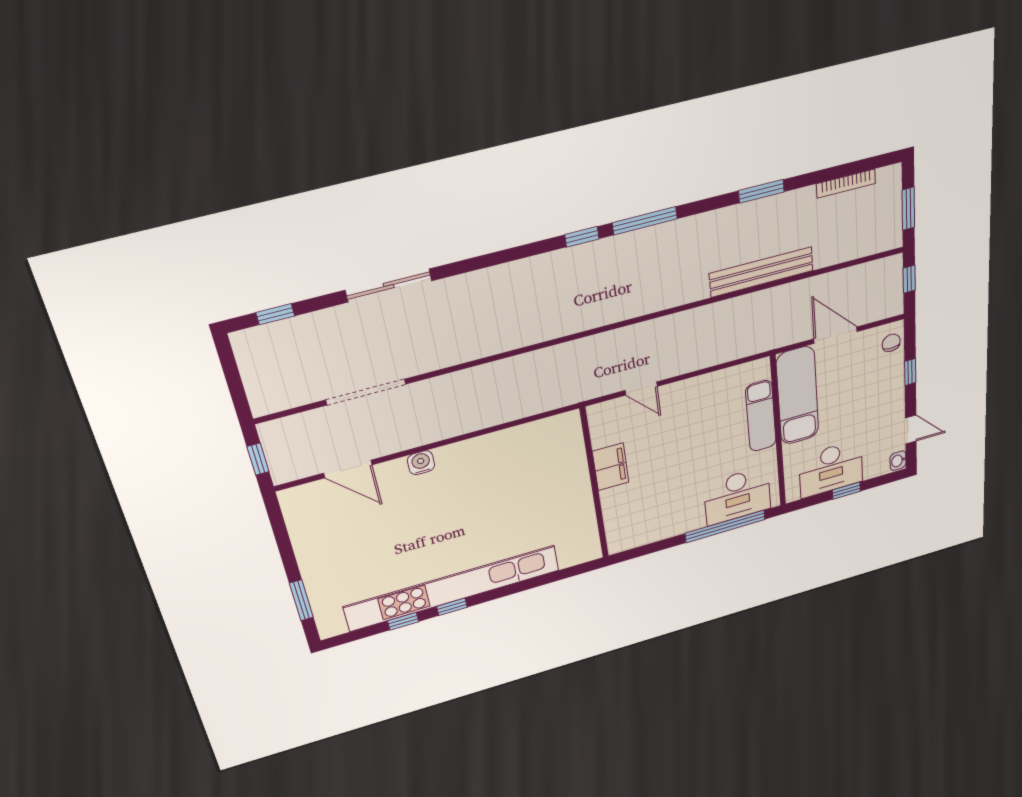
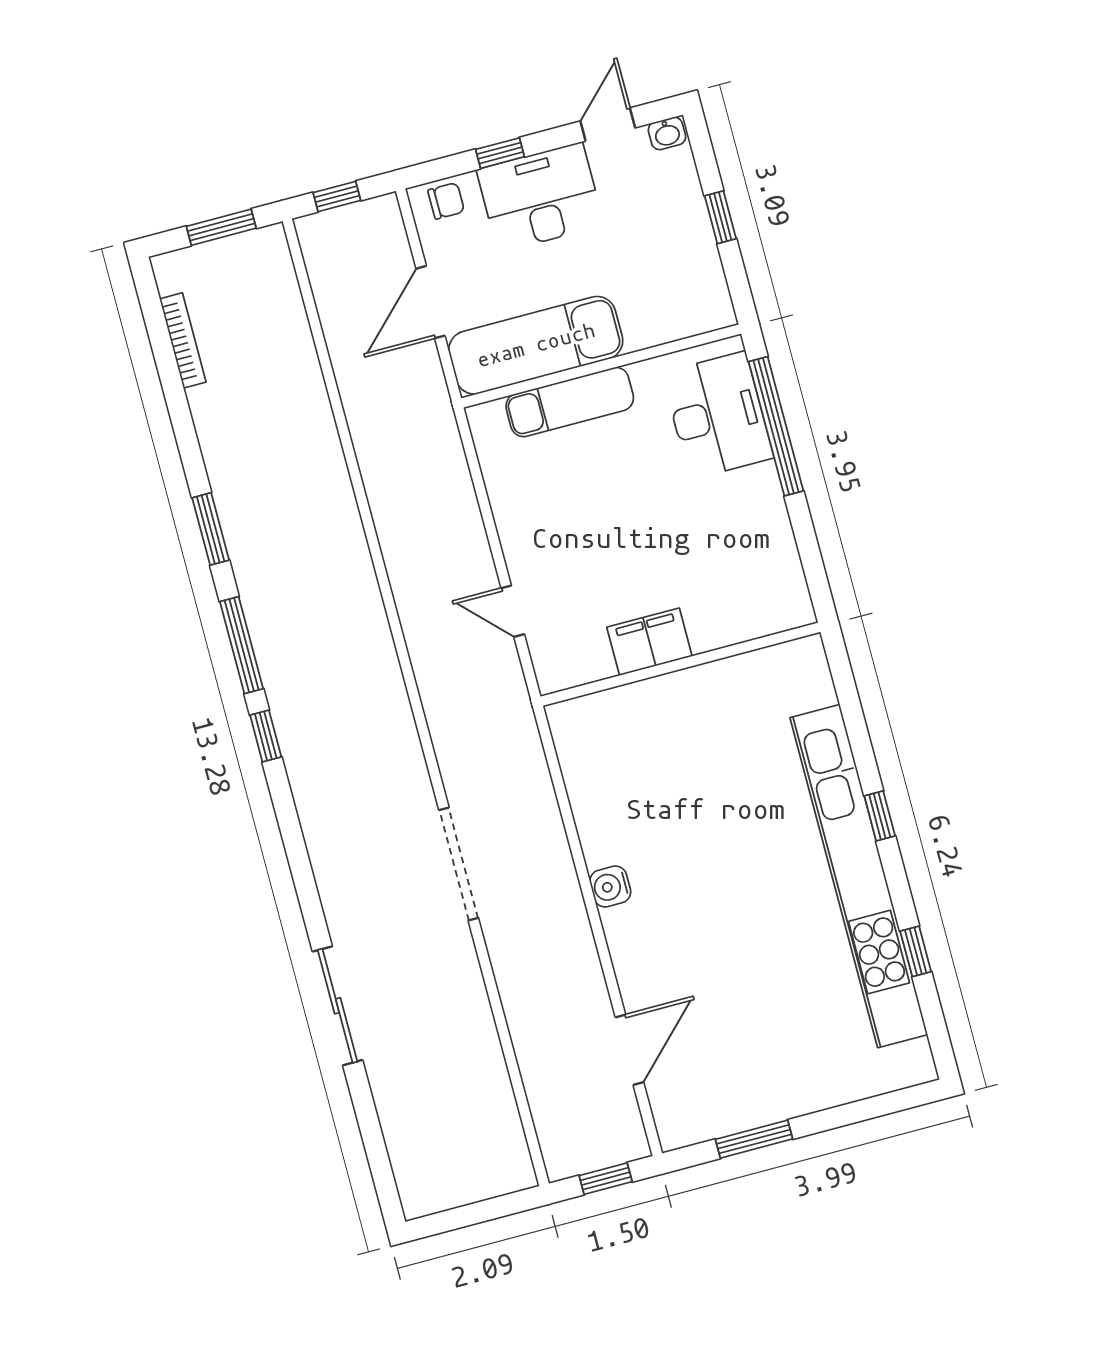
window: (761, 191) -> (211, 529), moved
bench: (761, 272) -> (322, 449), removed
window: (275, 314) -> (378, 1158), removed
chair: (891, 343) -> (446, 201), turned 180
door: (641, 388) -> (513, 611), swing flipped
doorway: (366, 392) -> (459, 864), moved
water cooler: (421, 463) -> (610, 887), moved
desk: (831, 469) -> (540, 197), moved, turned -90
window: (301, 600) -> (754, 1139), moved
window: (452, 607) -> (880, 816), moved

